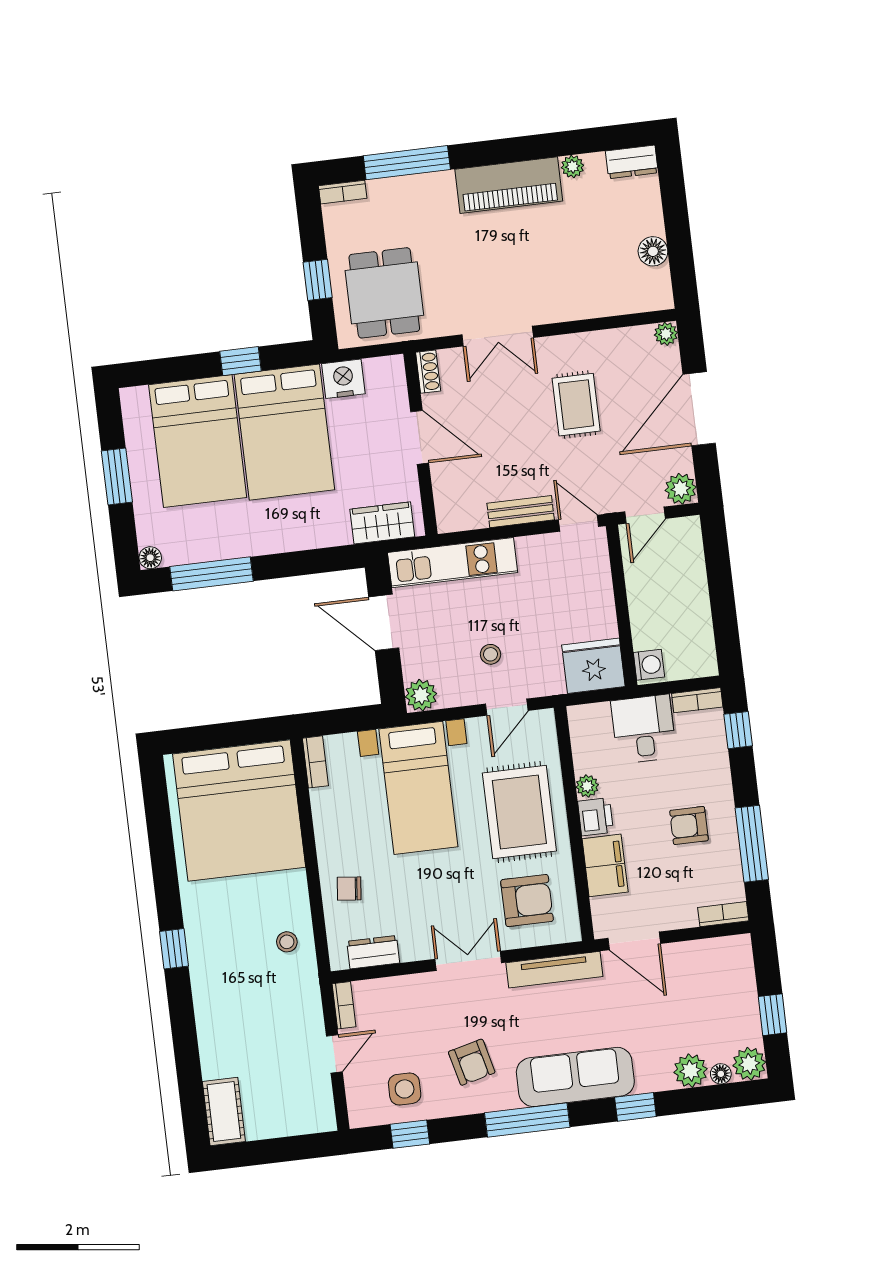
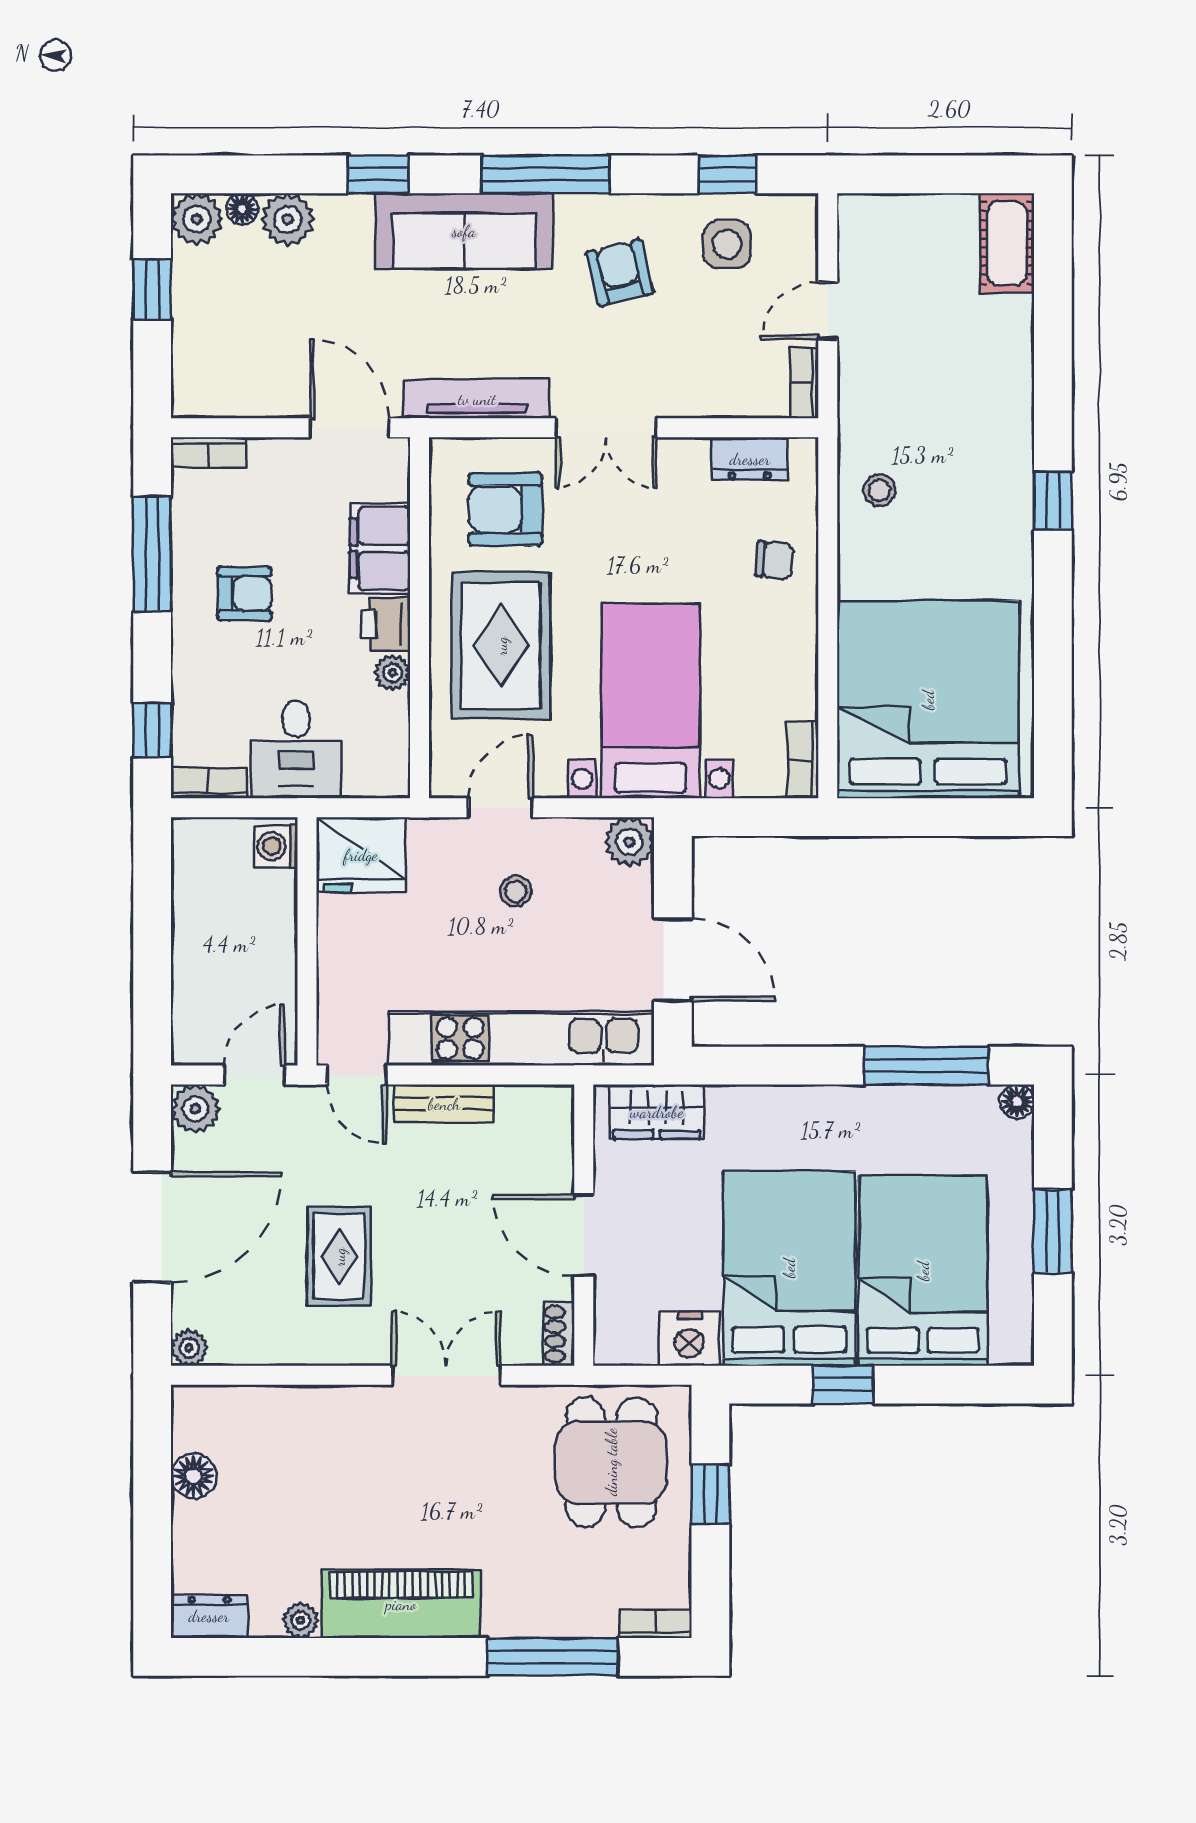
kitchen unit: (453, 563) -> (521, 1038), width x1.36

